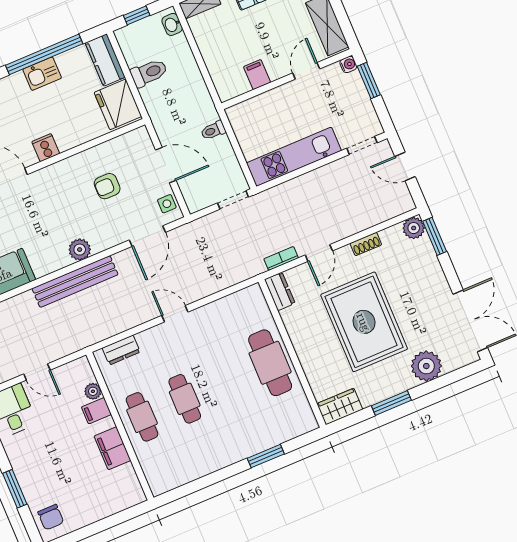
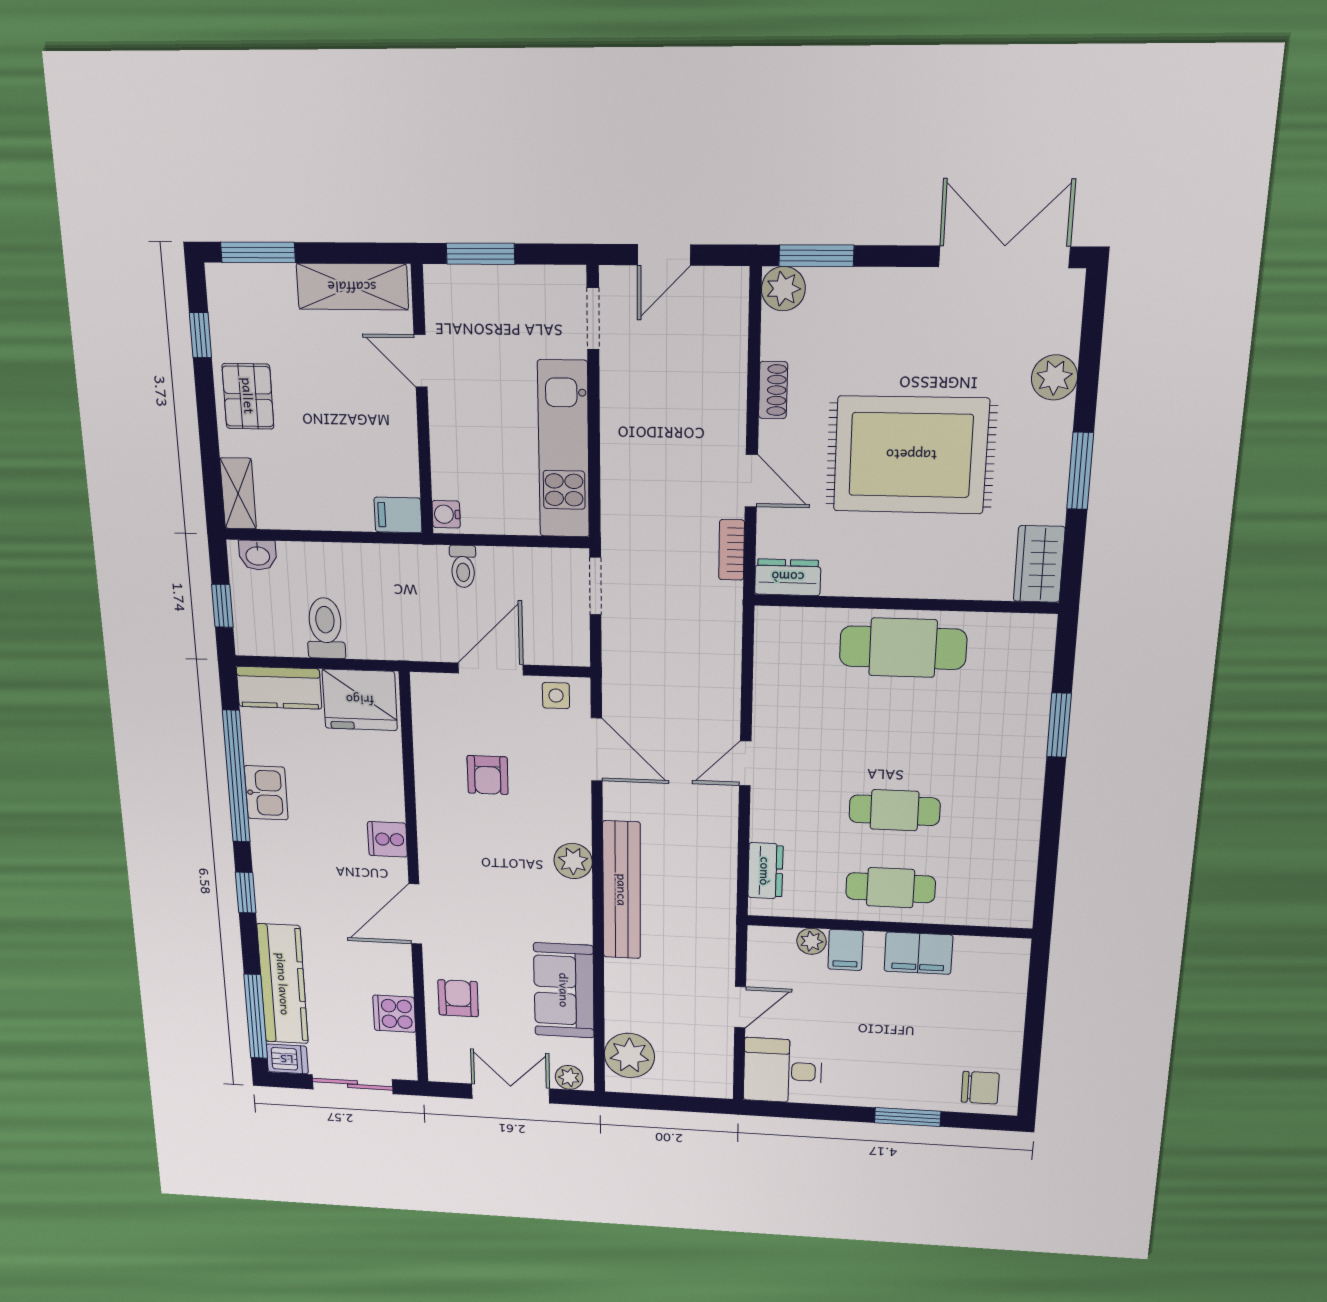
water cooler: (348, 64) -> (446, 514), moved, turned -90
filing cabinet: (257, 75) -> (398, 515), moved
plant: (426, 366) -> (1054, 377), width x0.73, depth x0.73

